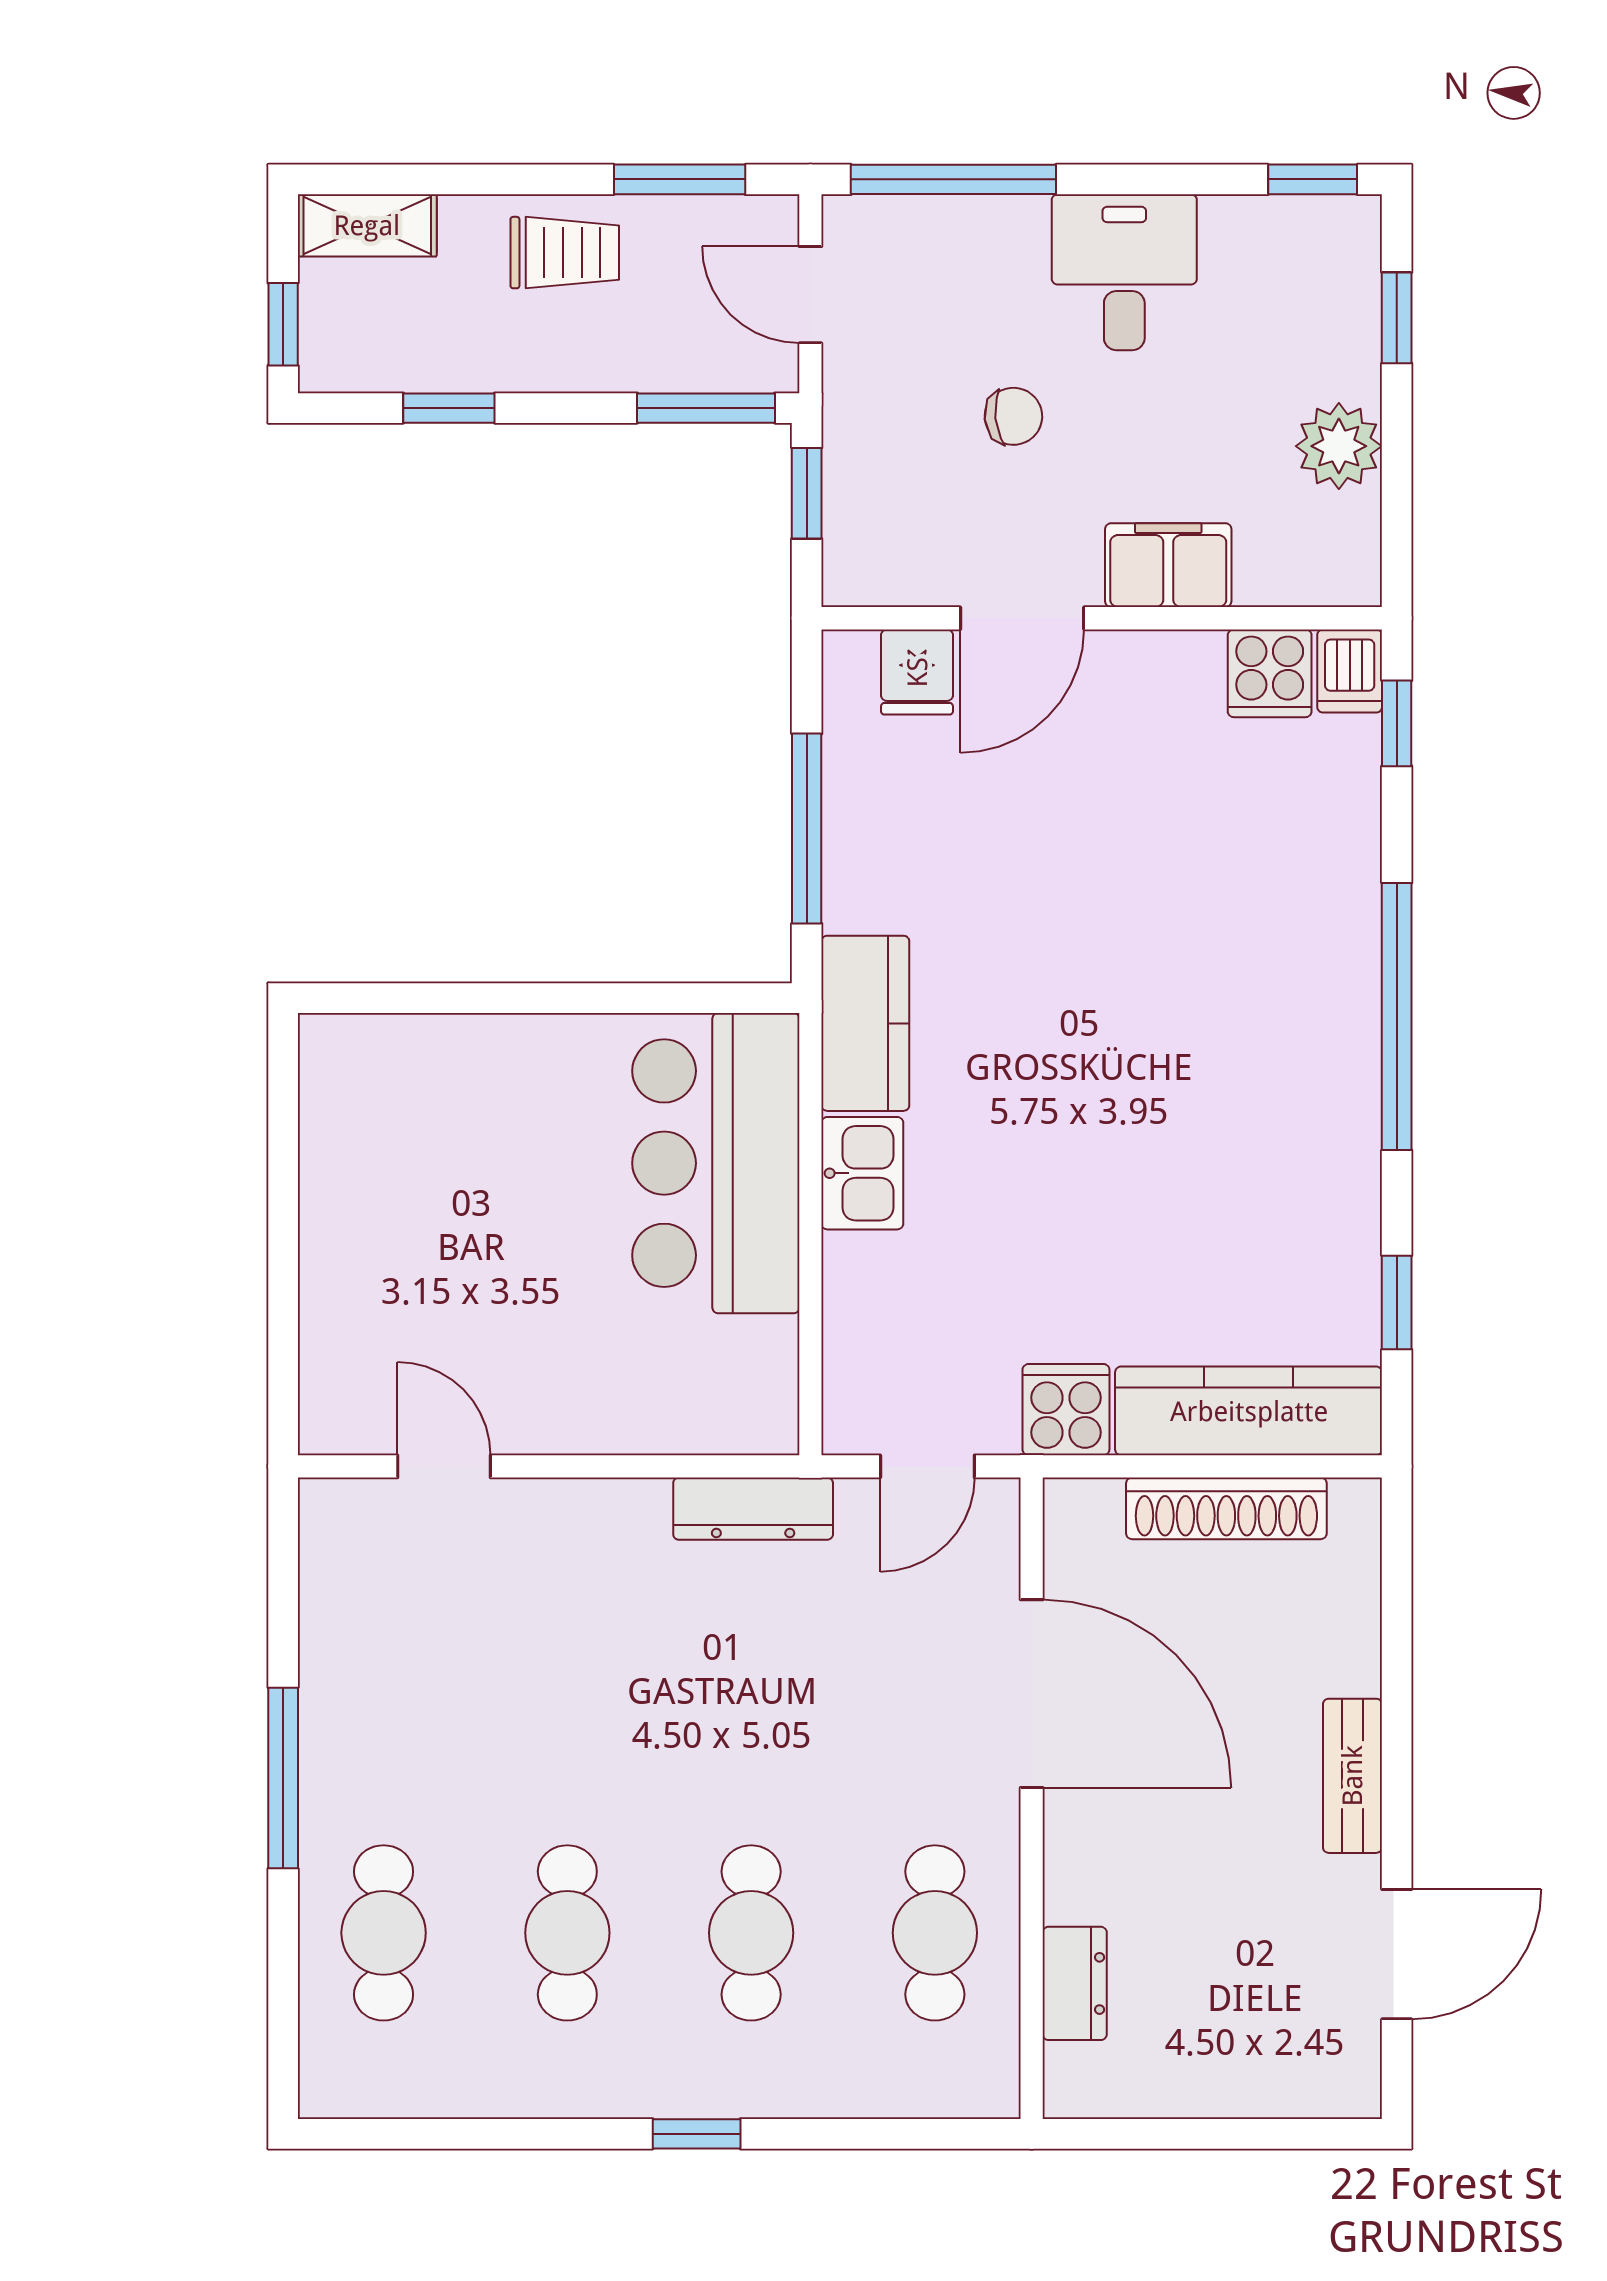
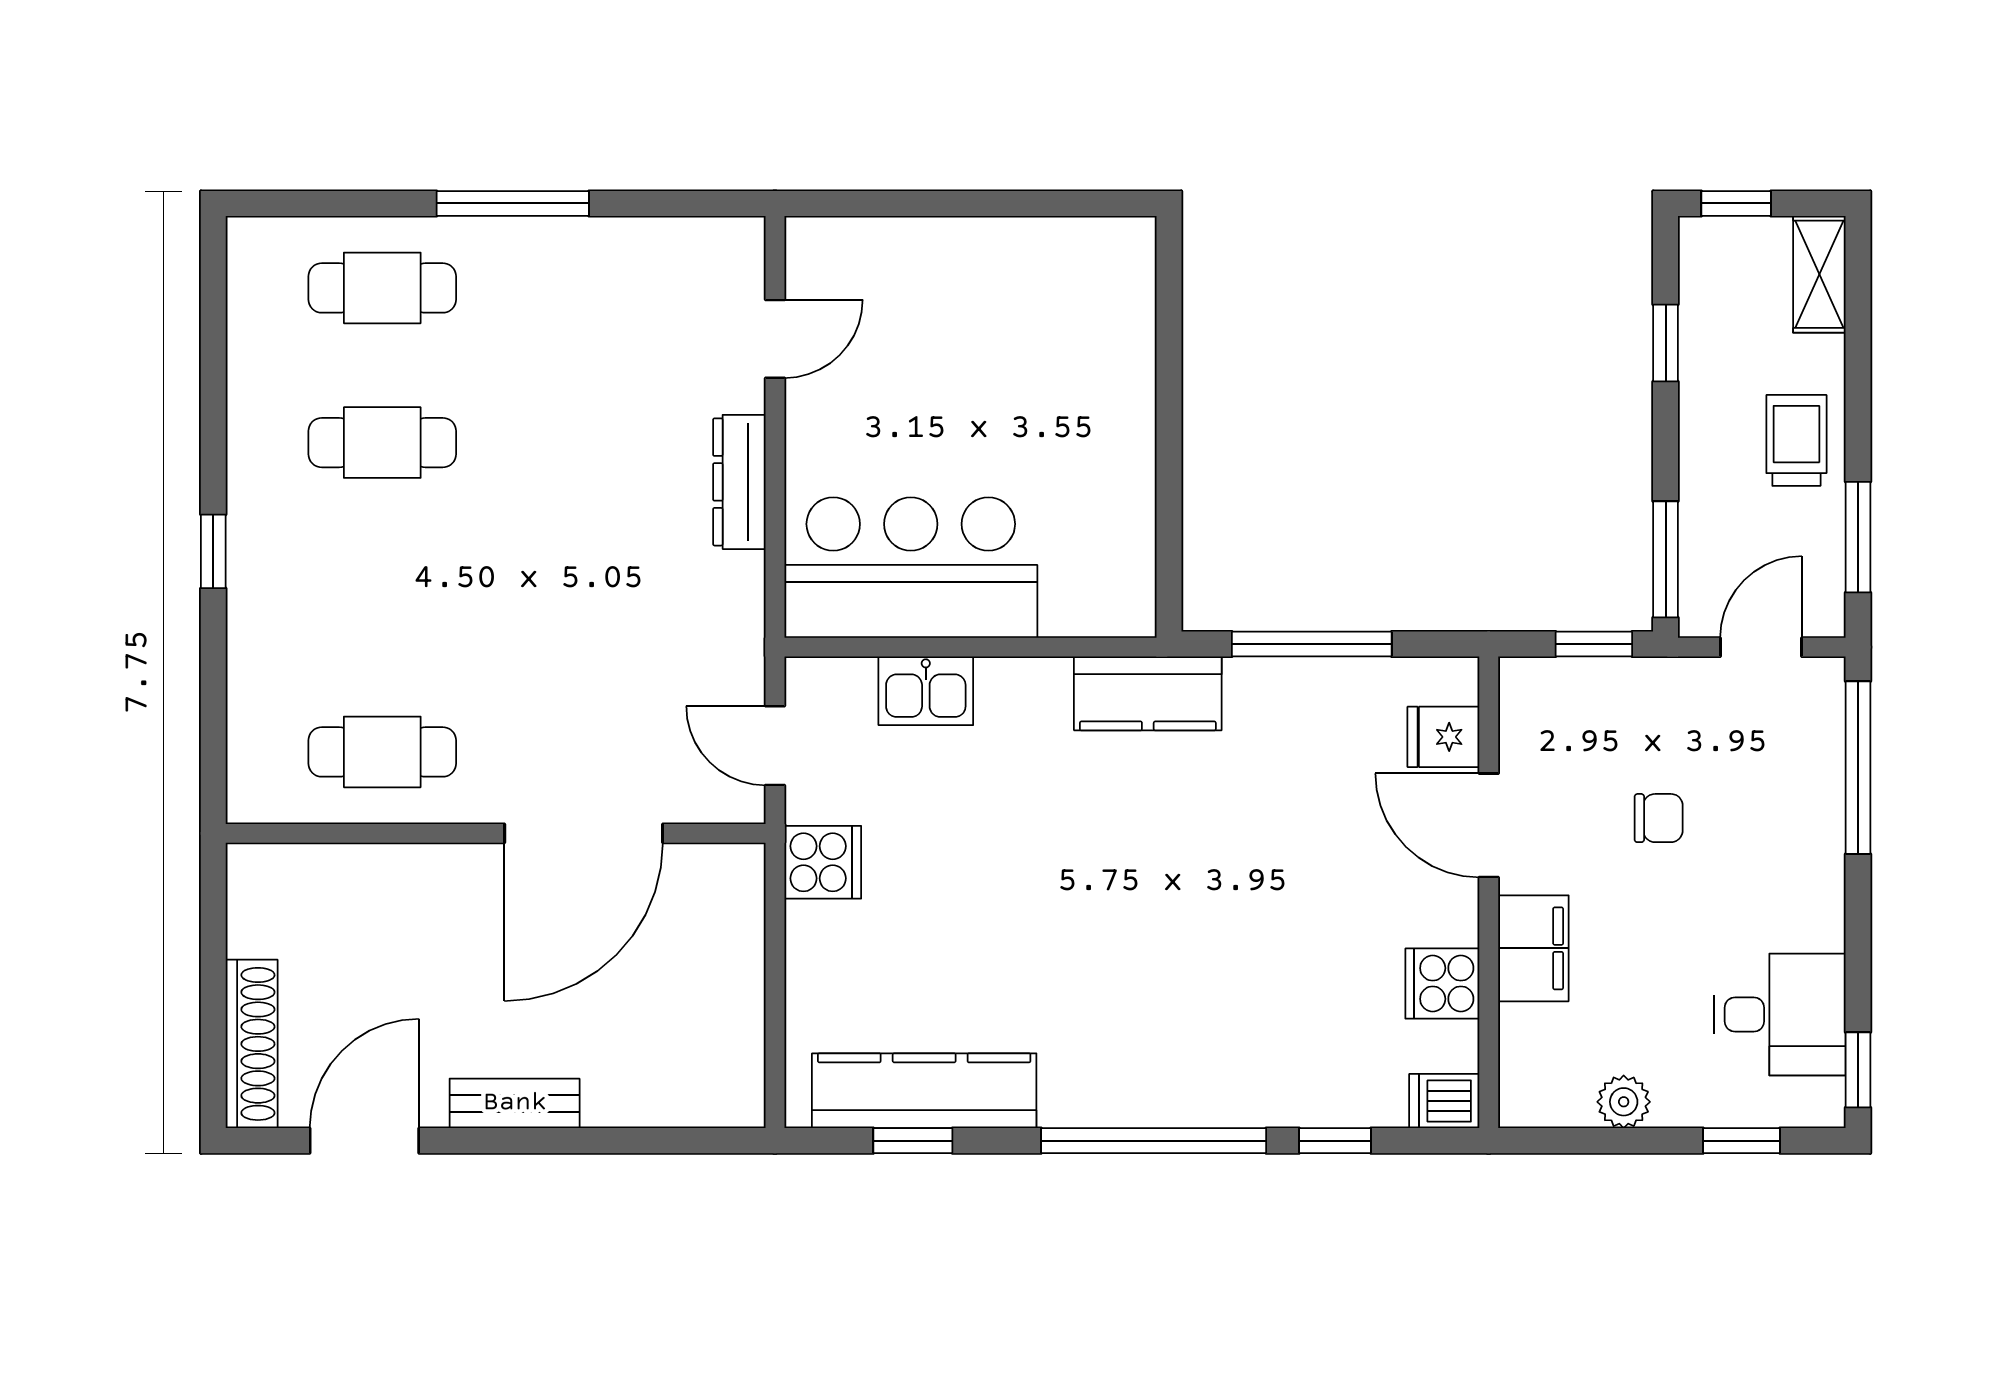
trolley: (565, 253) -> (1796, 440), turned 180
desk: (1124, 272) -> (1780, 1014), moved
chair: (1013, 416) -> (1659, 818), turned -84
plant: (1339, 446) -> (1624, 1102), width x0.73, depth x0.73
cooker: (1270, 673) -> (1442, 984), moved
window: (1397, 723) -> (1335, 1141), moved
bar counter: (716, 1163) -> (911, 568), moved
kitchen sink: (862, 1173) -> (926, 691), moved
kitchen counter: (1249, 1411) -> (924, 1091), moved, turned -90
shoe rack: (1226, 1508) -> (252, 1044), moved, turned 180
dresser: (753, 1509) -> (739, 482), moved
cafe table: (751, 1933) -> (382, 597), removed
door: (1397, 1954) -> (364, 1141), swing flipped
dresser: (1075, 1983) -> (340, 870), removed

